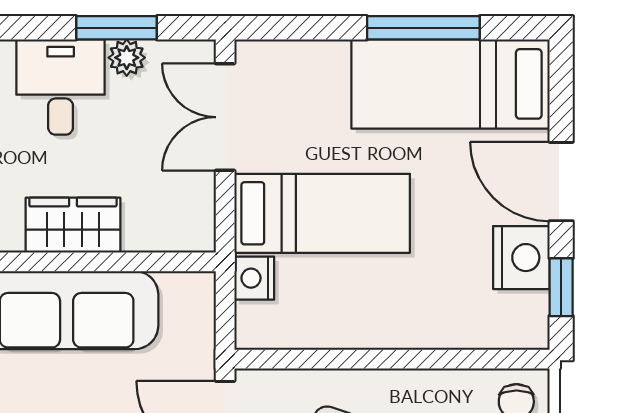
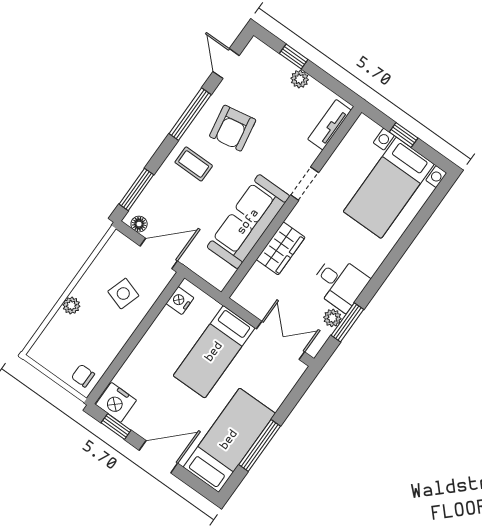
nightstand: (521, 258) -> (116, 402), moved
nightstand: (254, 278) -> (180, 301), moved, turned -90

